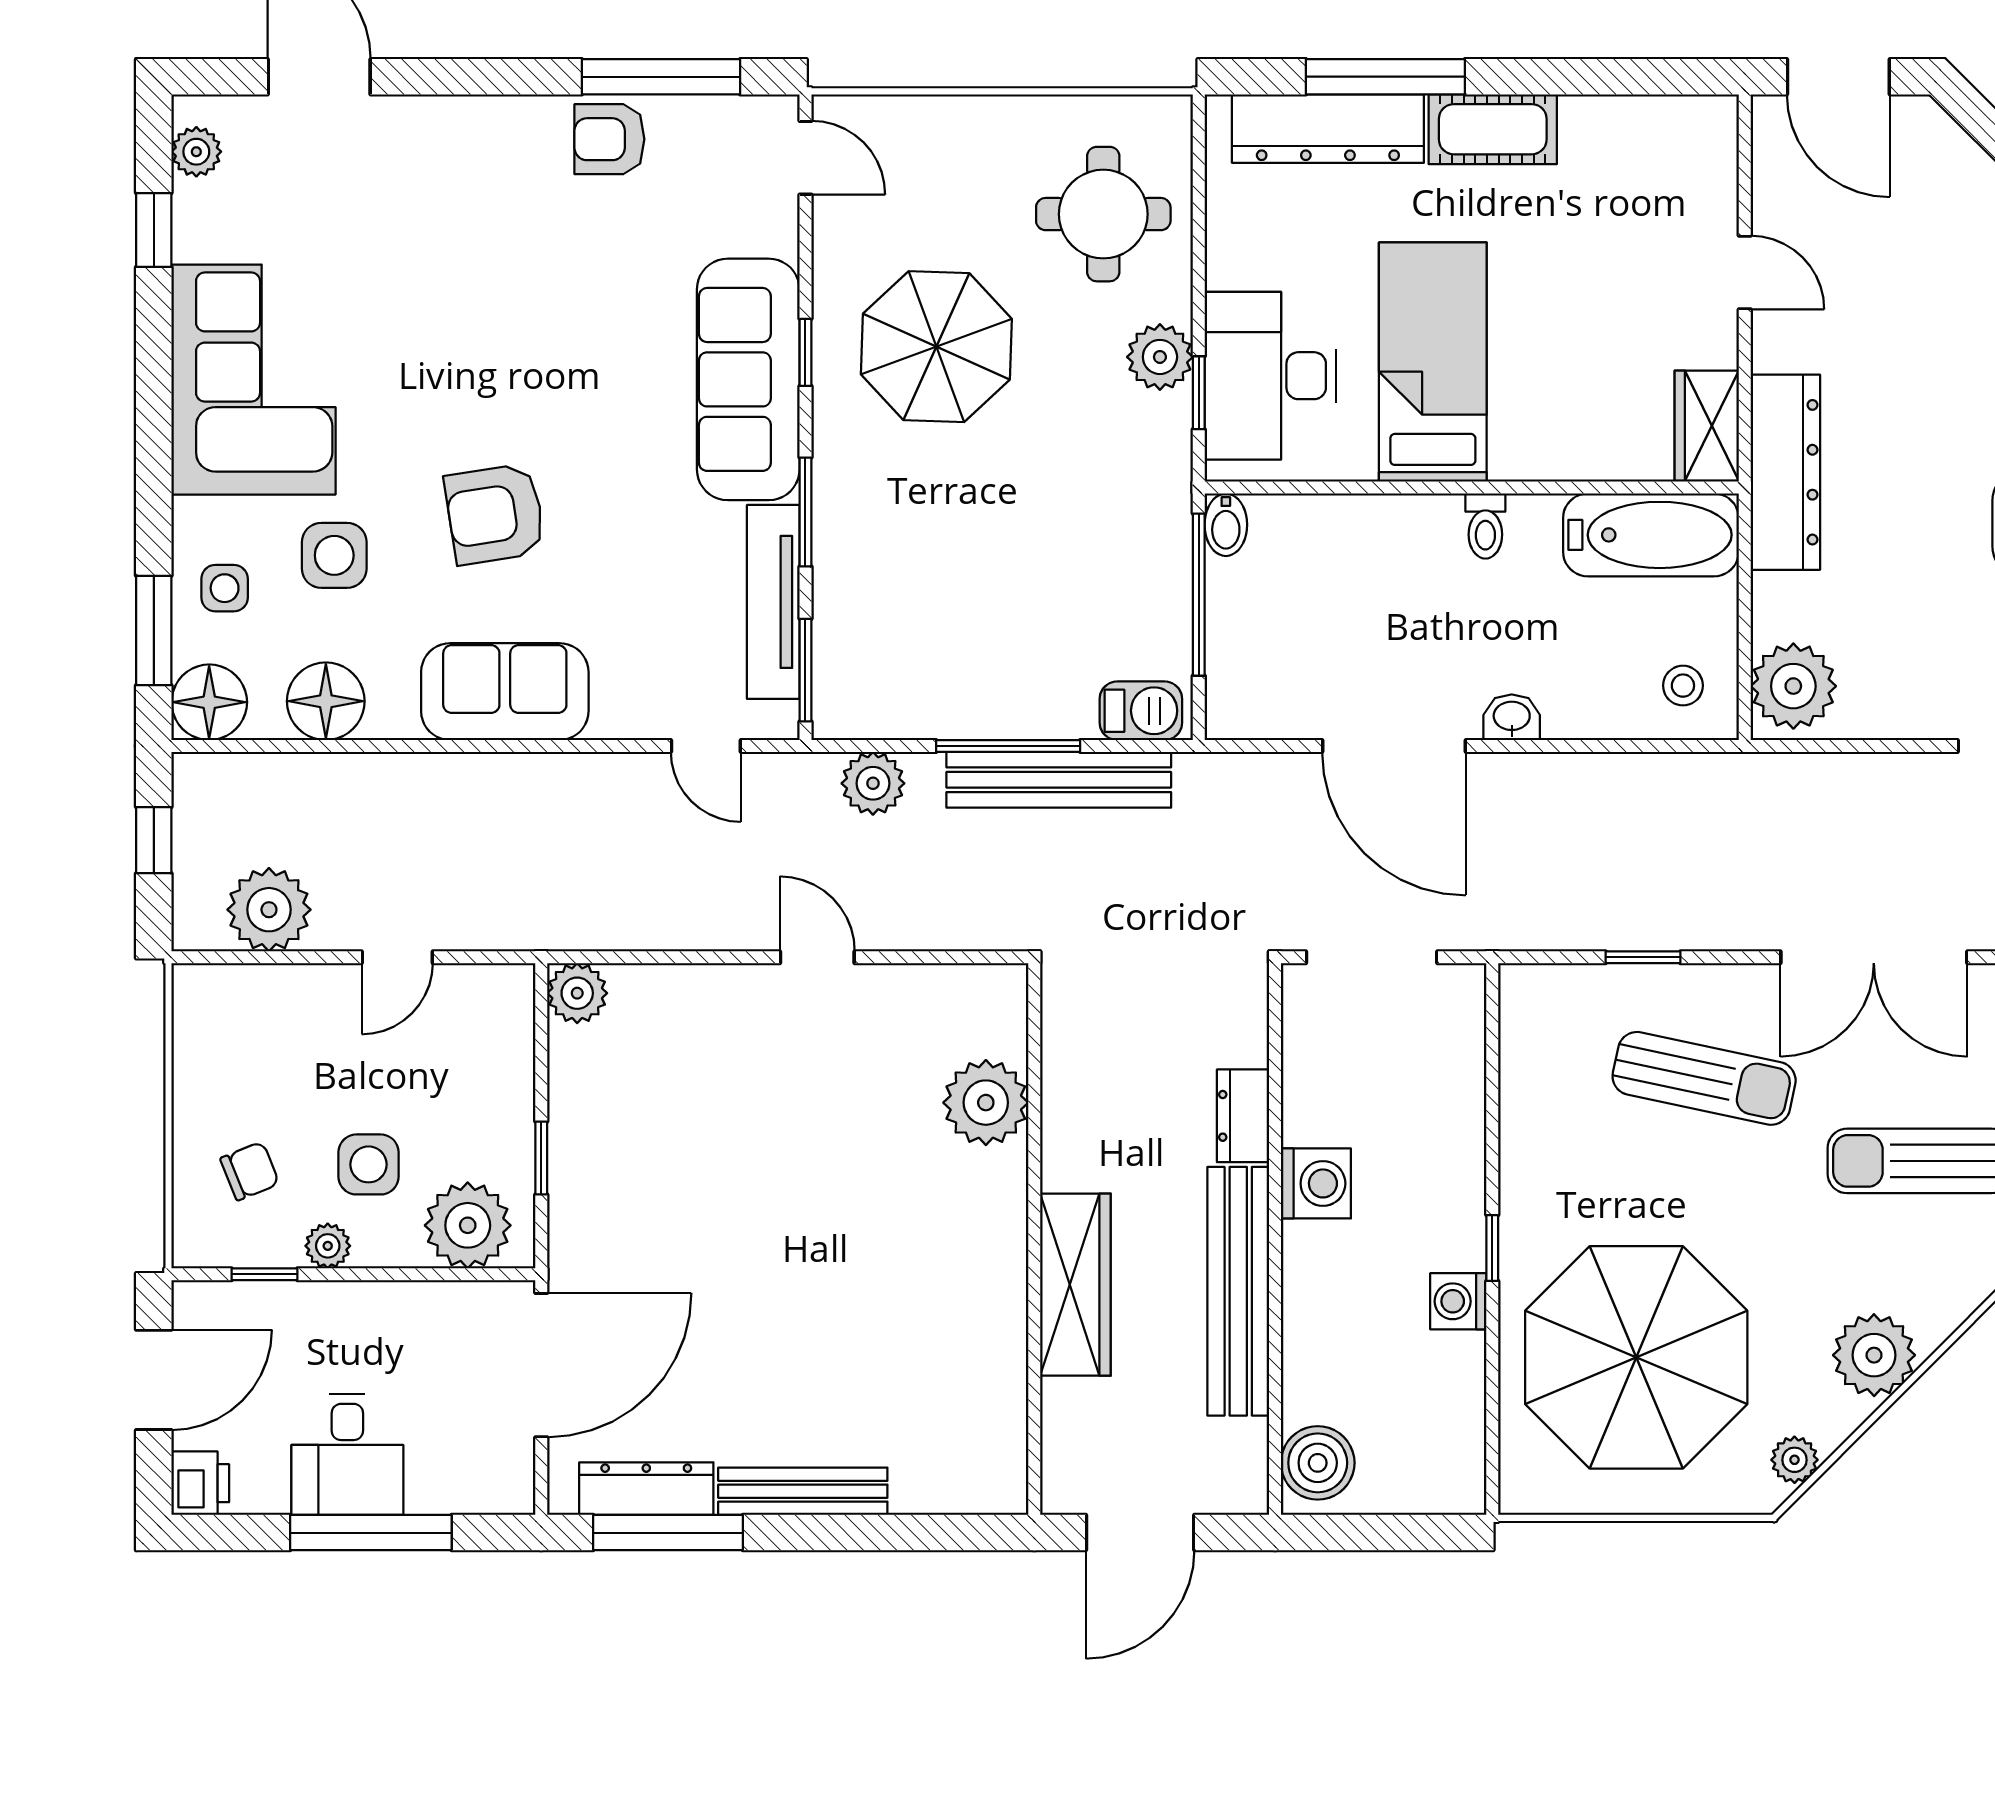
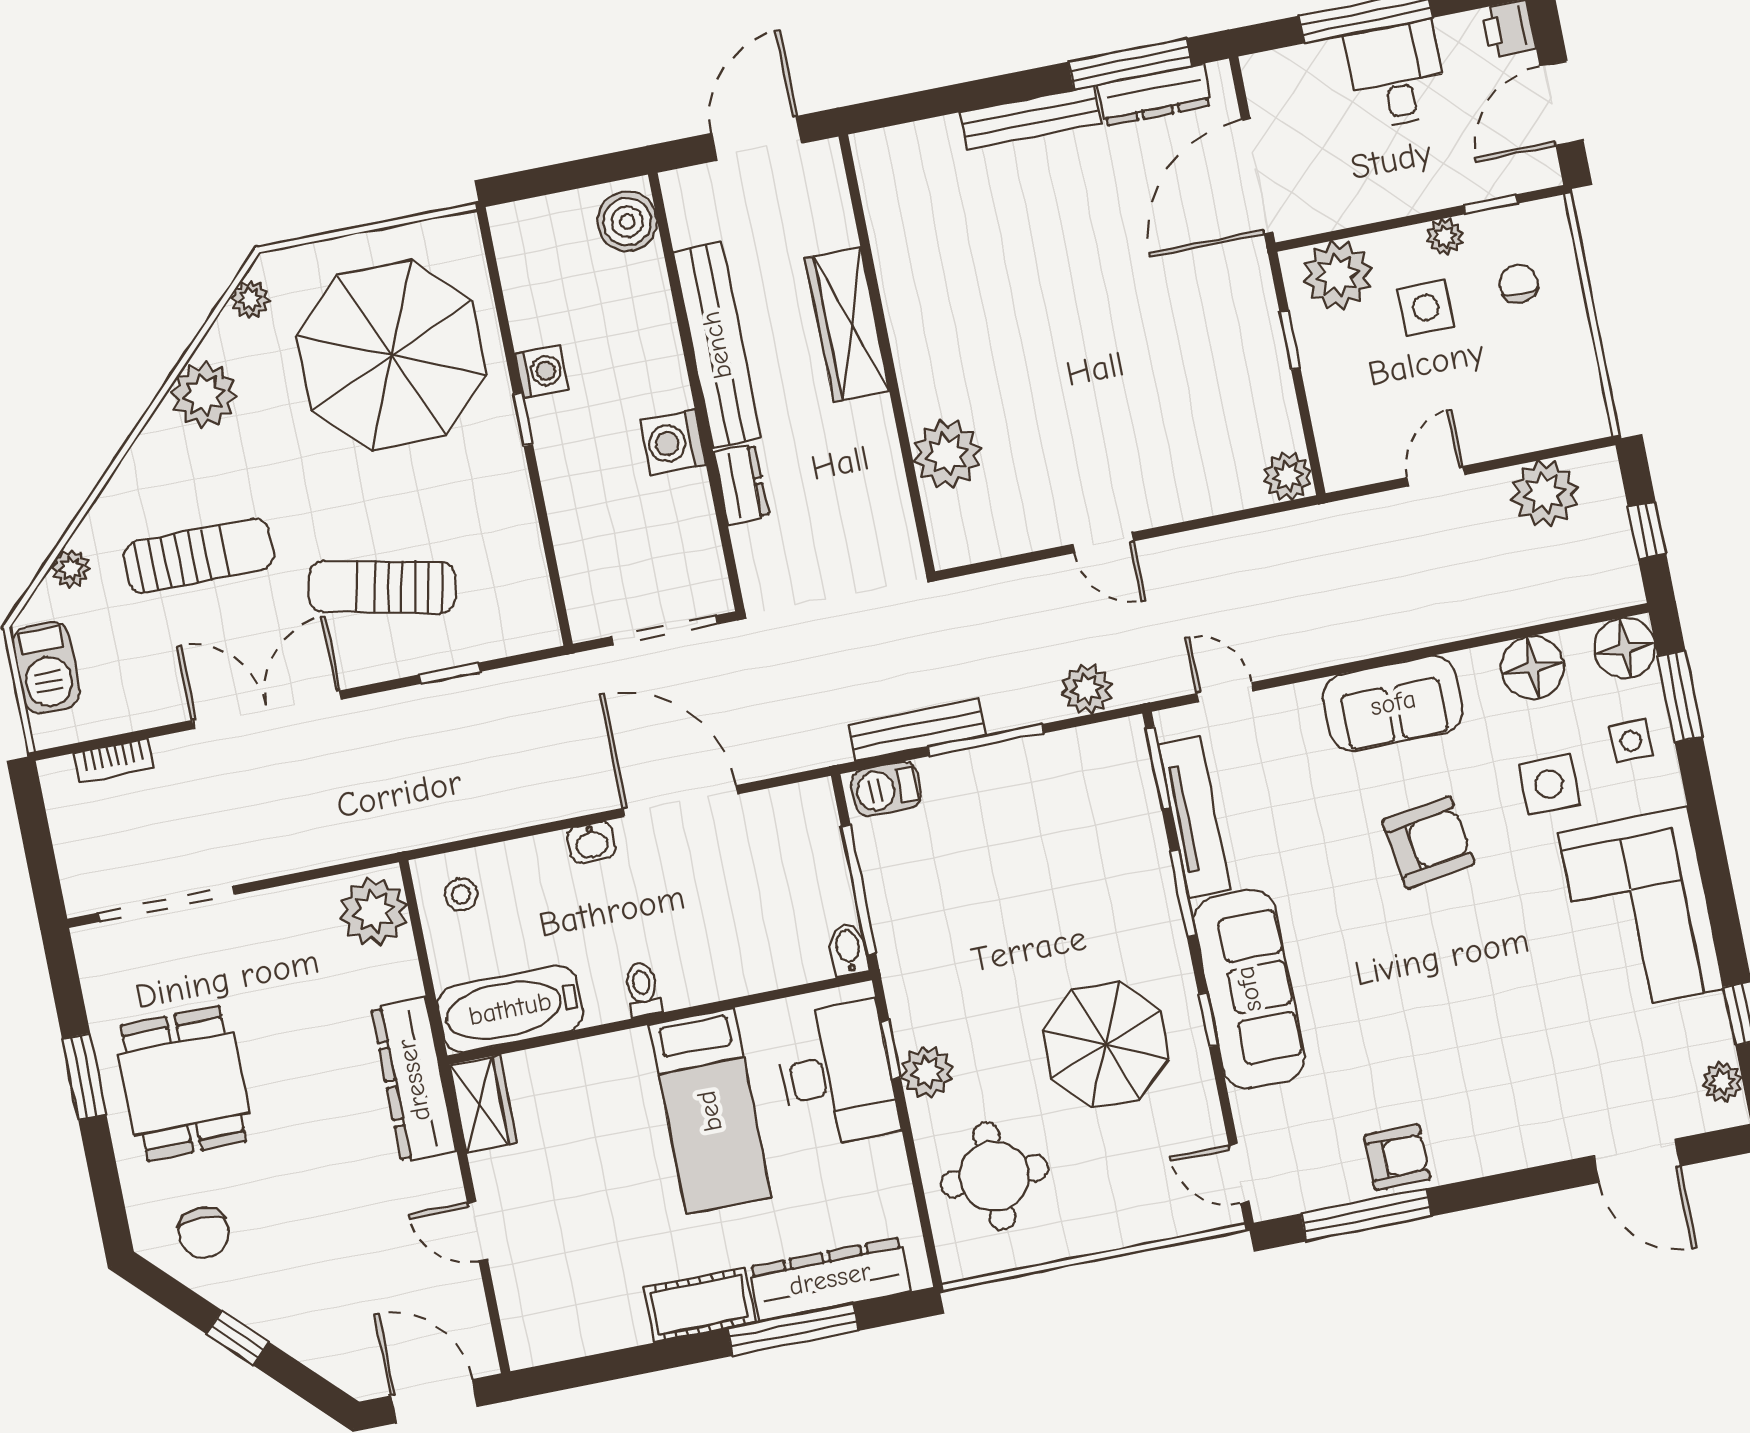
bench: (1059, 780) -> (917, 730), width x0.73, depth x0.82
chair: (250, 1171) -> (1519, 284), turned 112

